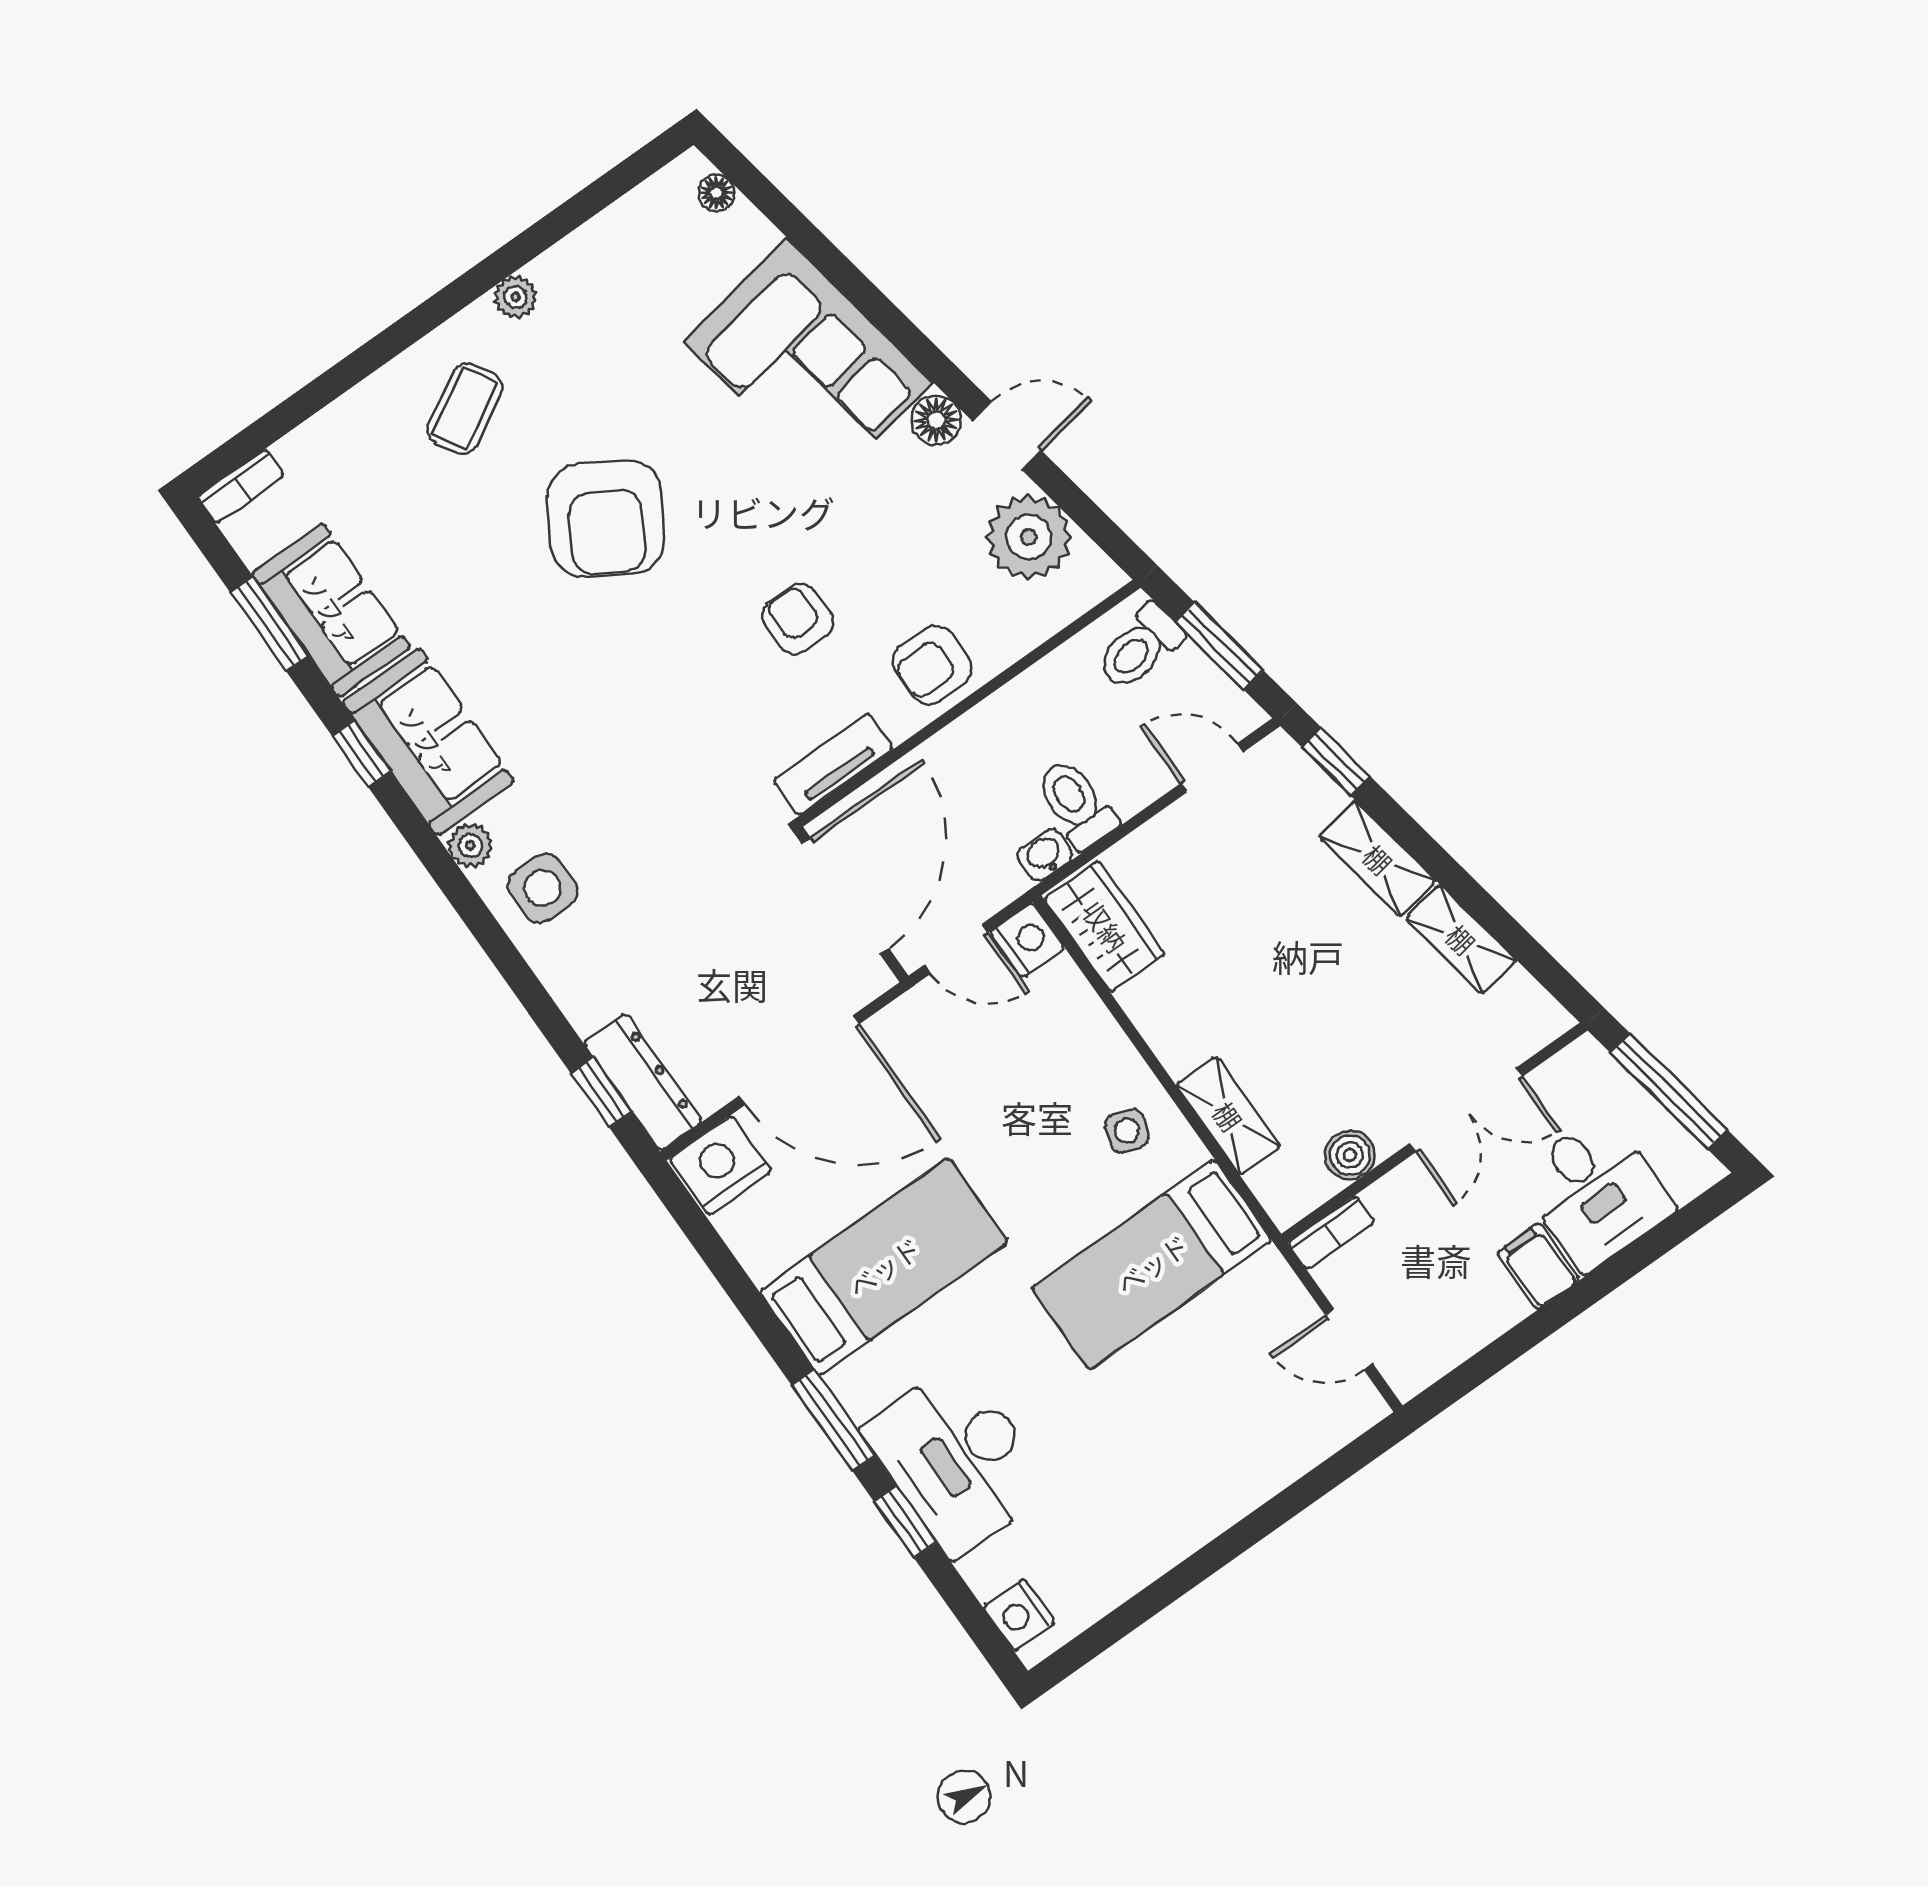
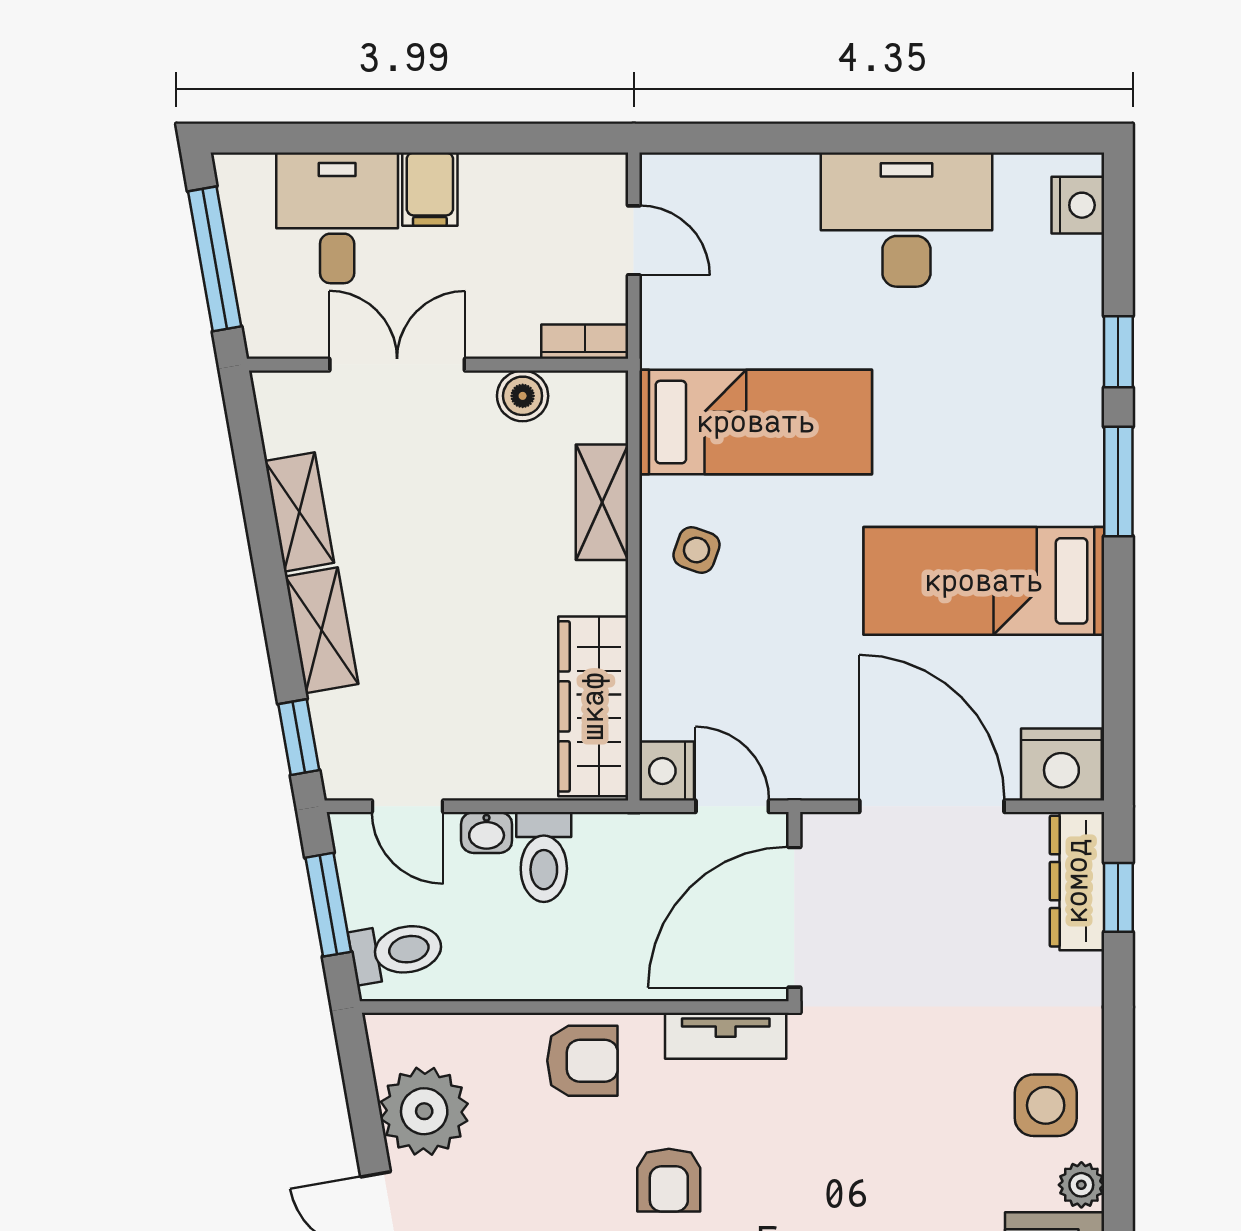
washbasin: (1045, 855) -> (487, 833), moved
wardrobe: (1105, 926) -> (593, 706), width x1.50
desk: (957, 1459) -> (906, 220), moved, turned -90

